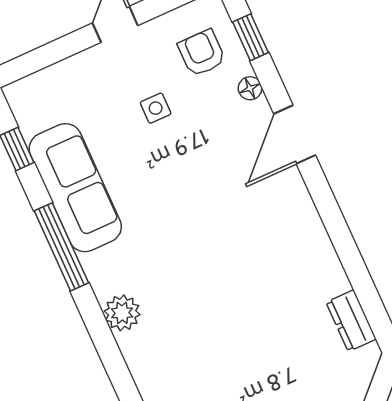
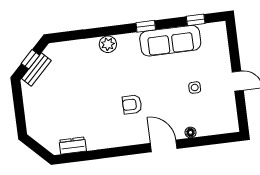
window: (251, 37) -> (213, 140), removed
armchair: (202, 53) -> (132, 104), moved, turned 180
window: (61, 247) -> (146, 26), width x0.46

